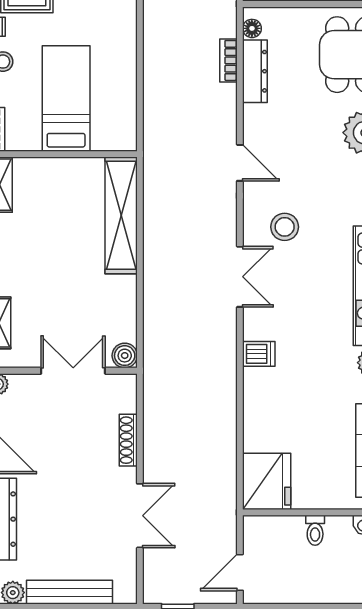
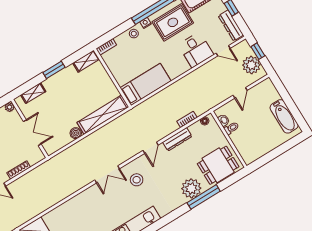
dresser: (255, 71) -> (177, 139), moved
bed: (66, 99) -> (146, 84), moved
dishwasher: (259, 354) -> (82, 200), removed
boiler: (125, 356) -> (76, 133), moved

